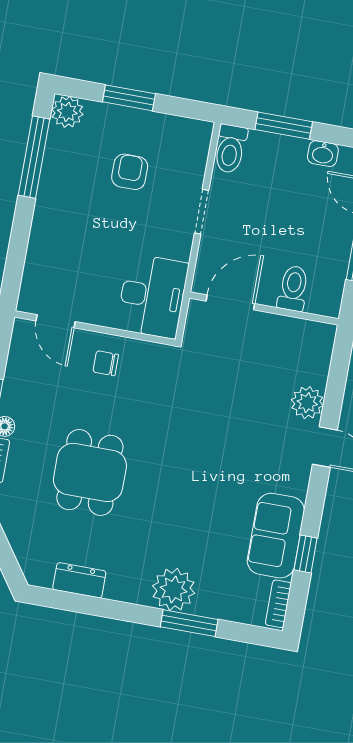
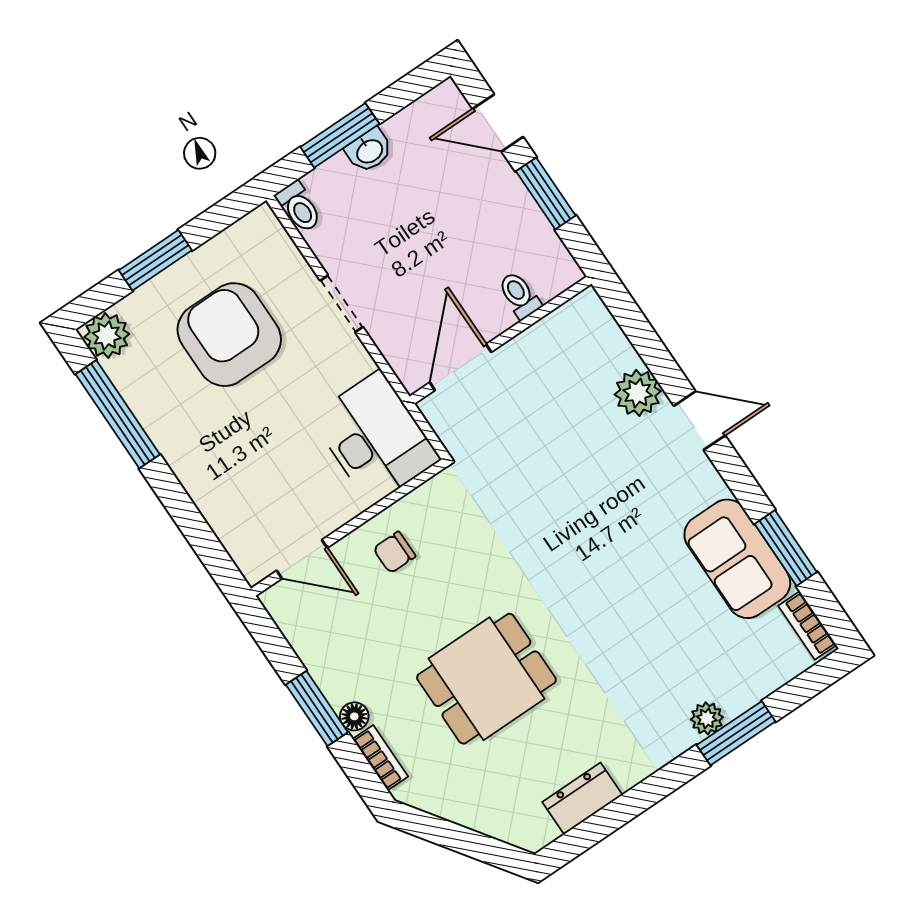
toilet: (230, 149) -> (299, 207), width x0.73, depth x0.72
washbasin: (323, 154) -> (369, 151), moved
armchair: (130, 172) -> (229, 335), width x1.88, depth x1.88
toilet: (293, 288) -> (519, 295), width x0.73, depth x0.72
dining table: (90, 472) -> (486, 679), turned 90
window: (306, 554) -> (786, 548), width x1.50
plant: (174, 589) -> (707, 718), width x0.53, depth x0.53

